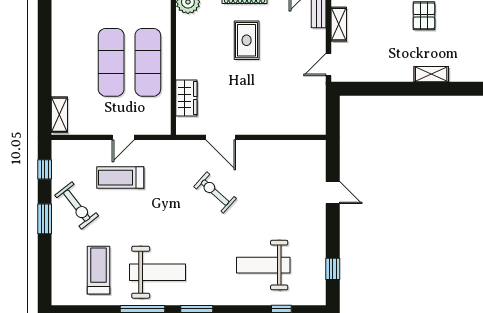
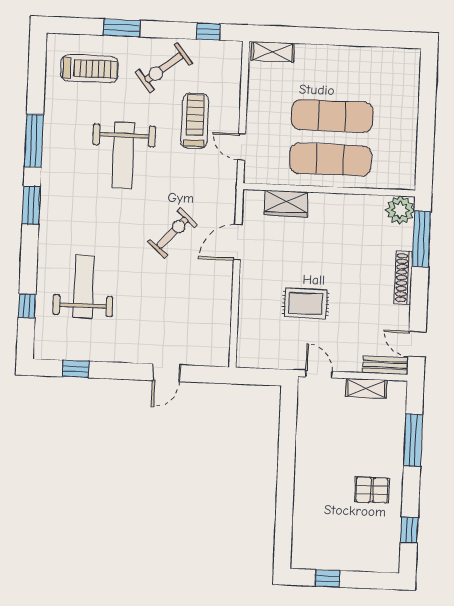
rug: (247, 40) -> (306, 303), moved
shelving: (431, 74) -> (302, 496), removed
door: (123, 137) -> (242, 147), moved
window: (45, 219) -> (122, 28), moved
treadmill: (99, 270) -> (89, 69), moved
weight bench: (157, 272) -> (123, 155), moved

